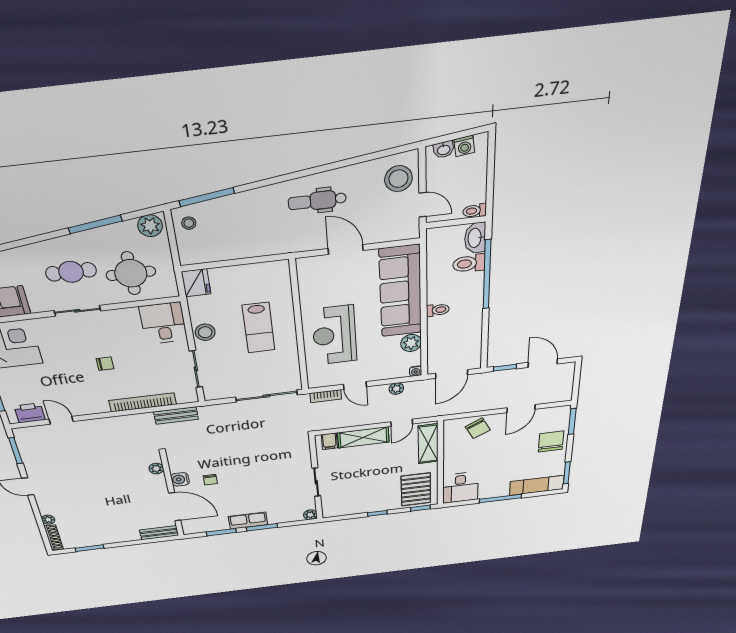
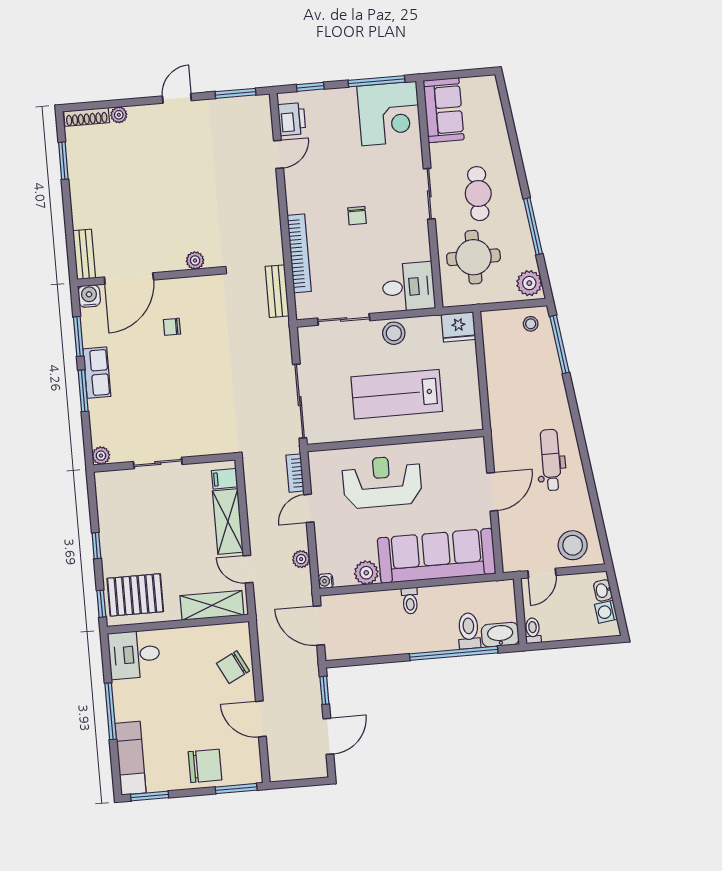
lab bench: (259, 328) -> (397, 394), width x1.36, depth x1.39
water cooler: (180, 479) -> (89, 296), moved

